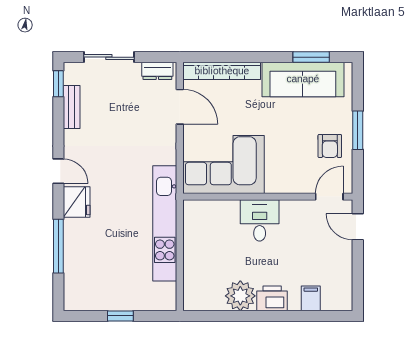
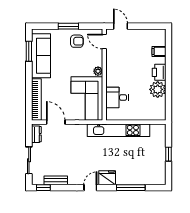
door: (180, 107) -> (56, 122), hinge flipped
plant: (274, 185) -> (98, 71), added
desk: (260, 220) -> (117, 97), moved
door: (358, 227) -> (120, 26), swing flipped

